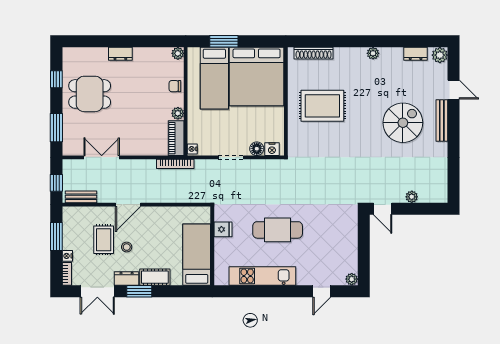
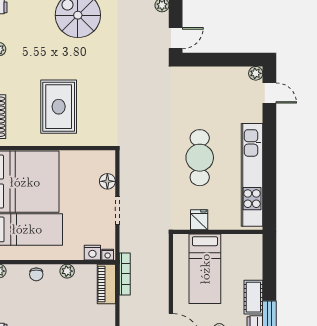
piano: (176, 138) -> (106, 284), moved, turned 90
nightstand: (272, 149) -> (92, 253), moved, turned 90
bed: (197, 255) -> (205, 269), moved, turned -90
kitchen unit: (262, 276) -> (252, 175), width x1.36
door: (322, 291) -> (269, 93), moved

